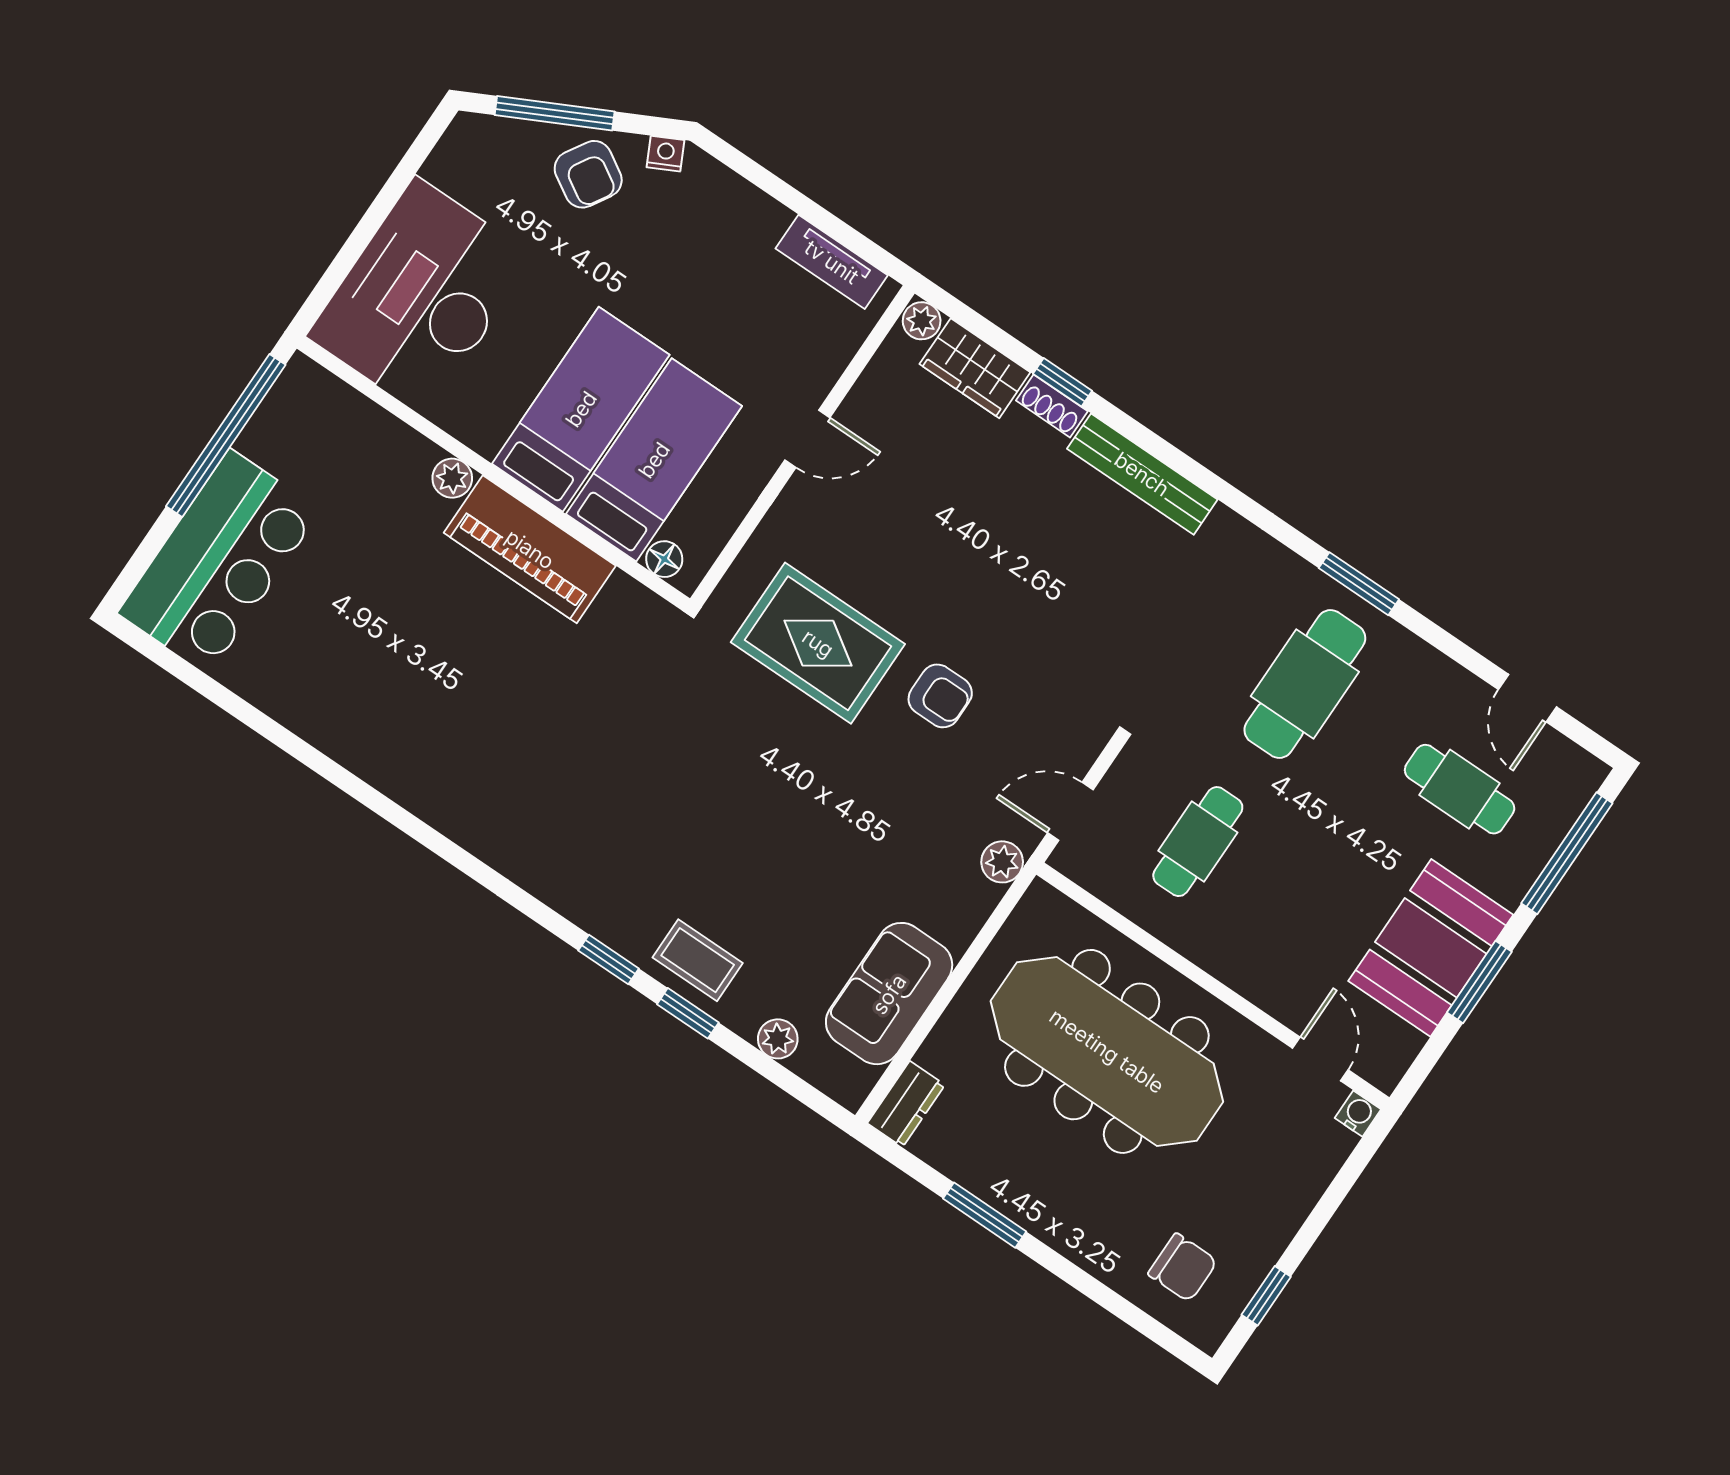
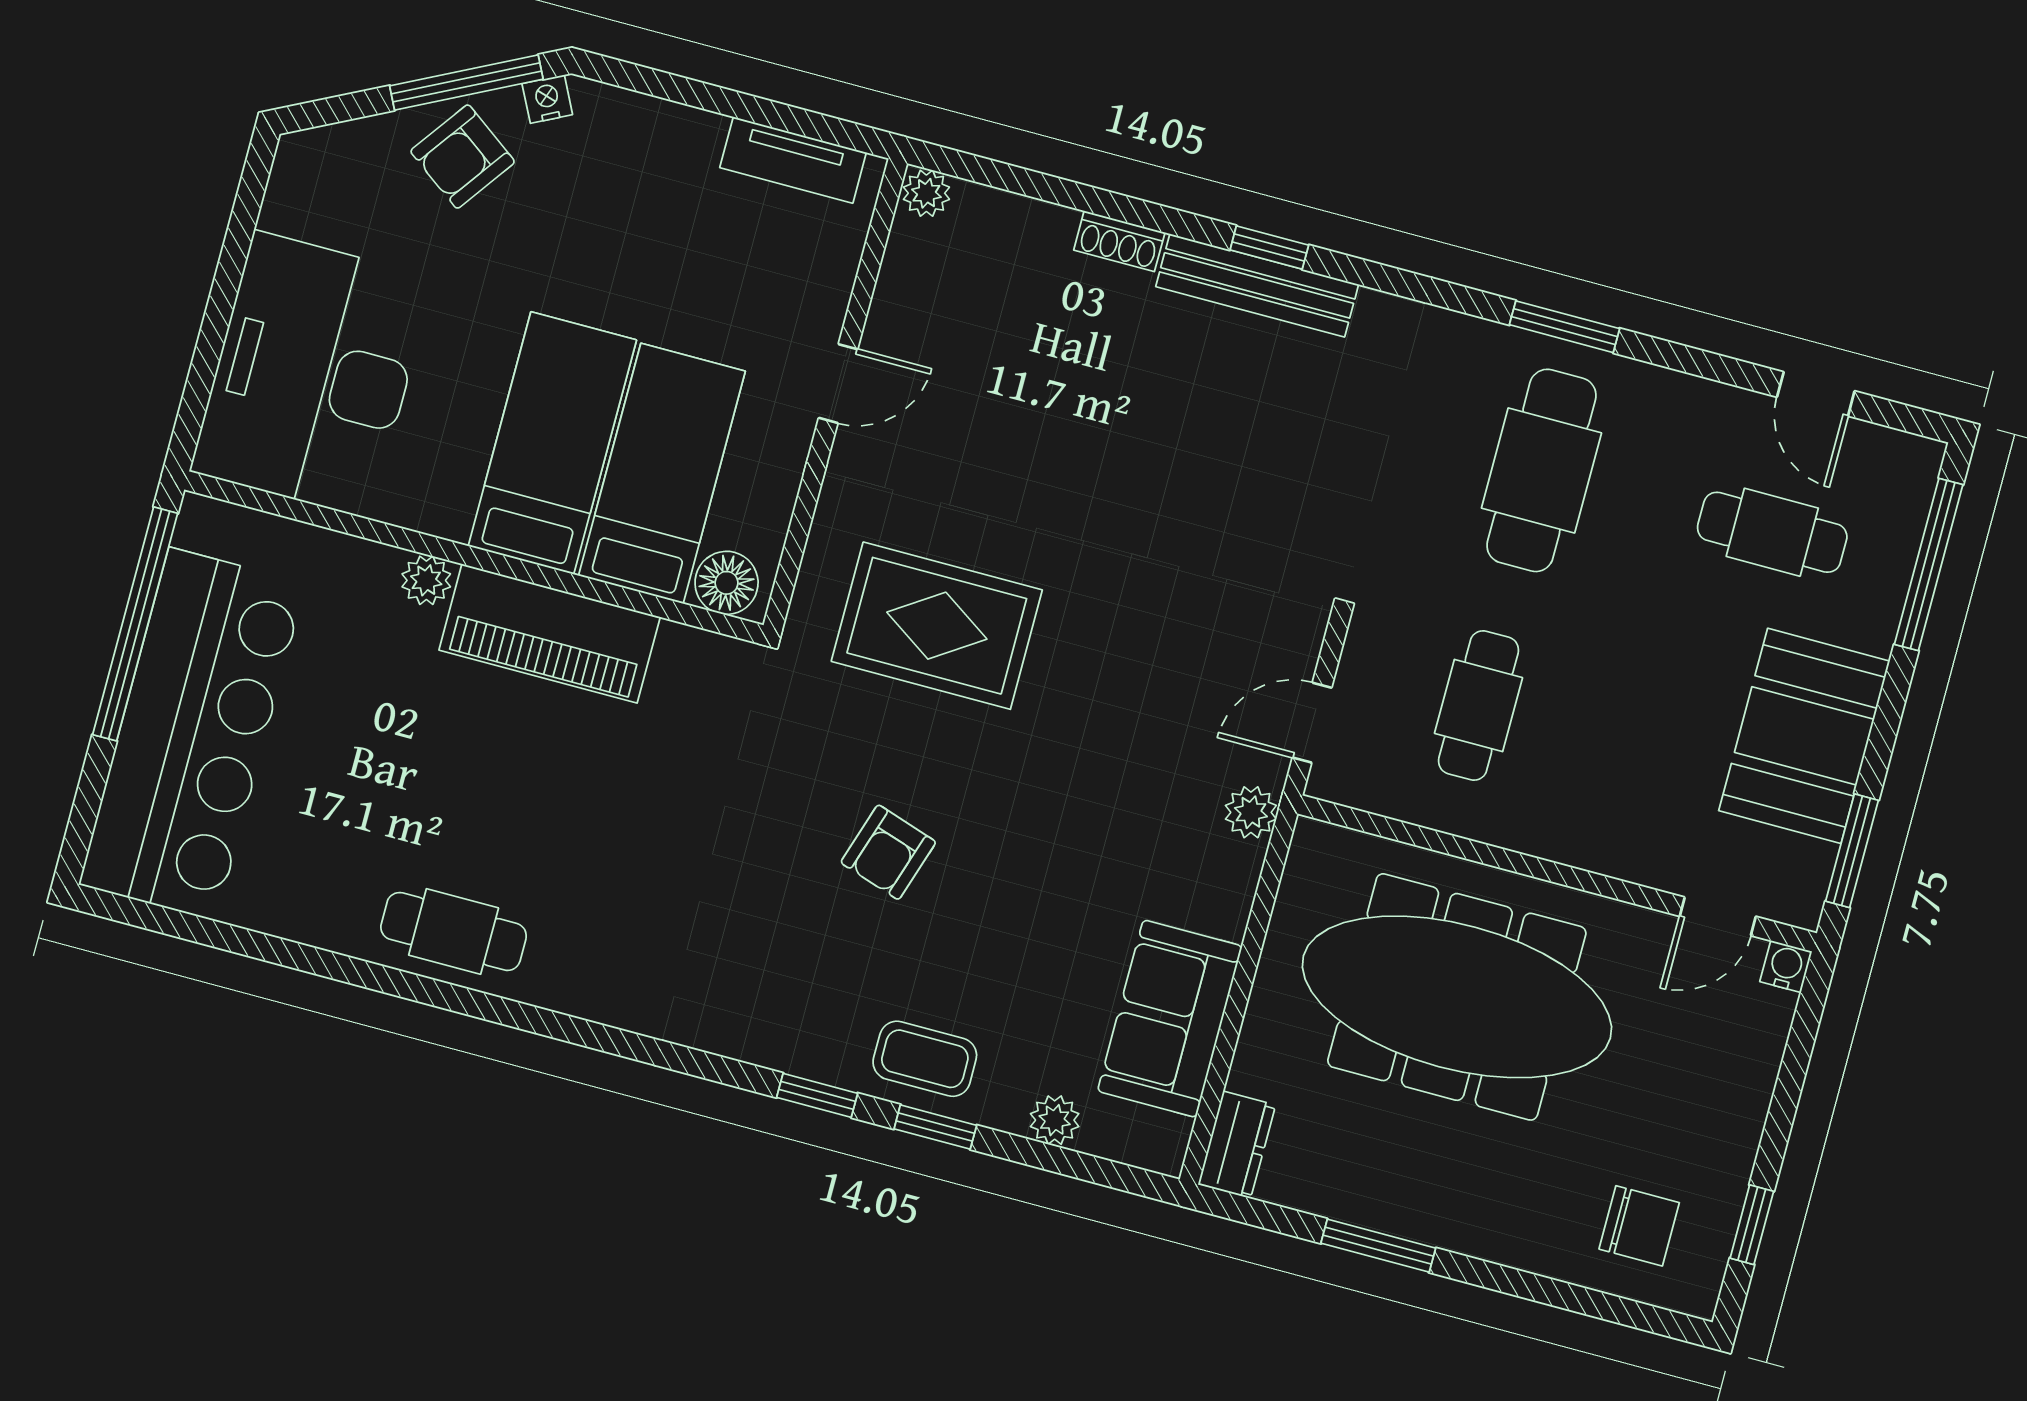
window: (555, 113) -> (466, 82), moved
armchair: (588, 174) -> (463, 157), turned 95
wardrobe: (975, 368) -> (1011, 228), removed
window: (1063, 382) -> (1269, 248), moved
floor lamp: (664, 559) -> (727, 583), width x1.37, depth x1.37
bar counter: (219, 562) -> (192, 734), width x1.36
armchair: (940, 696) -> (888, 852), moved, turned 108
cafe table: (382, 745) -> (454, 931), added
window: (1479, 982) -> (1852, 851), moved
door: (1320, 1059) -> (1718, 916), swing flipped

